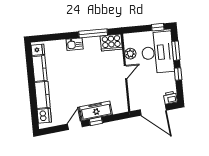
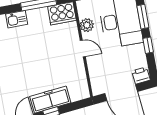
door: (126, 72) -> (83, 48), hinge flipped

